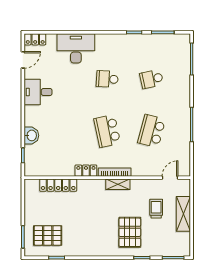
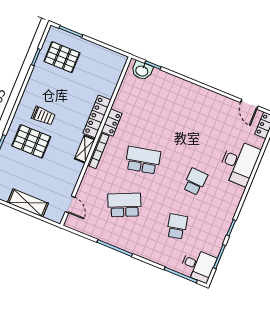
desk: (38, 92) -> (198, 265), moved, turned 90
school desk: (152, 131) -> (125, 205), turned -39
washbasin: (31, 135) -> (142, 71), moved
locker: (58, 185) -> (97, 117), moved
trolley: (156, 209) -> (43, 116), moved
pallet: (48, 235) -> (62, 57), turned 90

